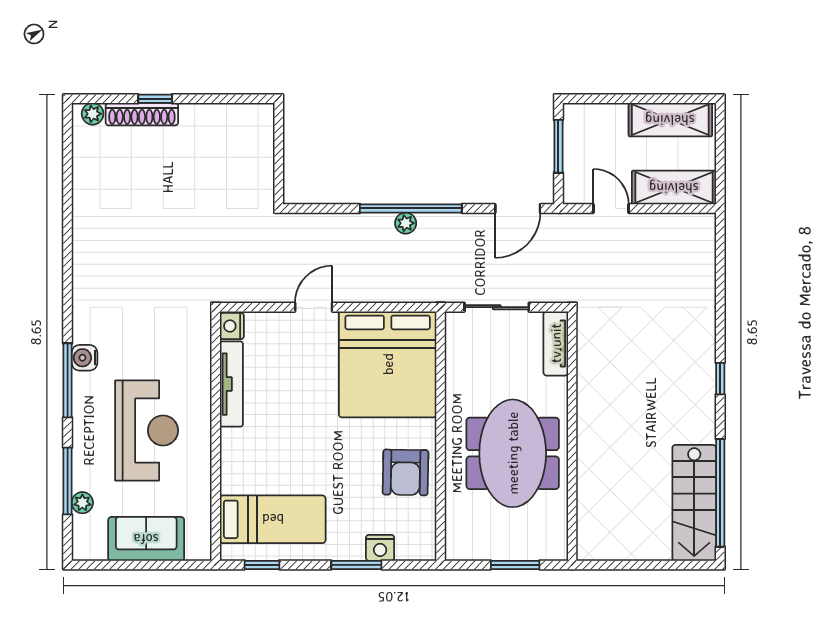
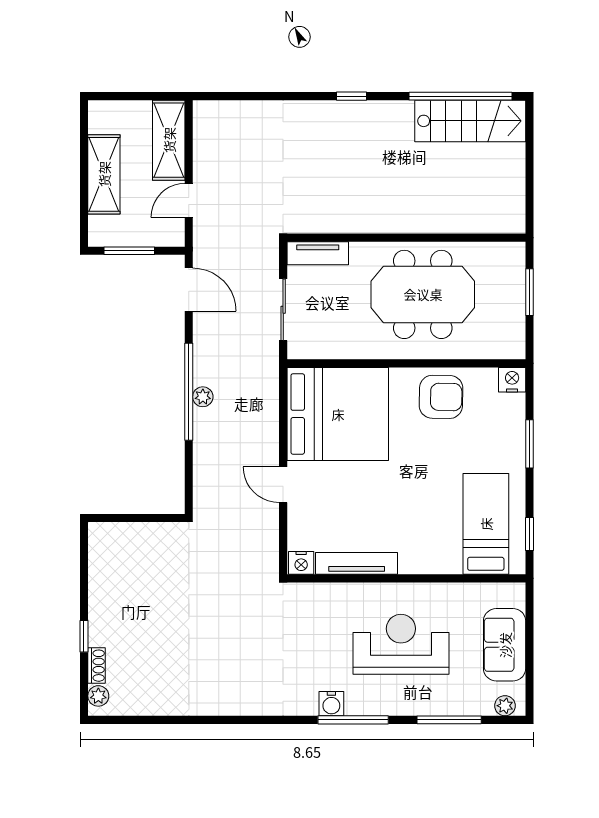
shoe rack: (142, 114) -> (97, 666), width x0.51, depth x0.81
shelving: (670, 120) -> (104, 174), moved
plant: (82, 503) -> (505, 706), moved
nightstand: (380, 548) -> (512, 380), moved, turned -90

